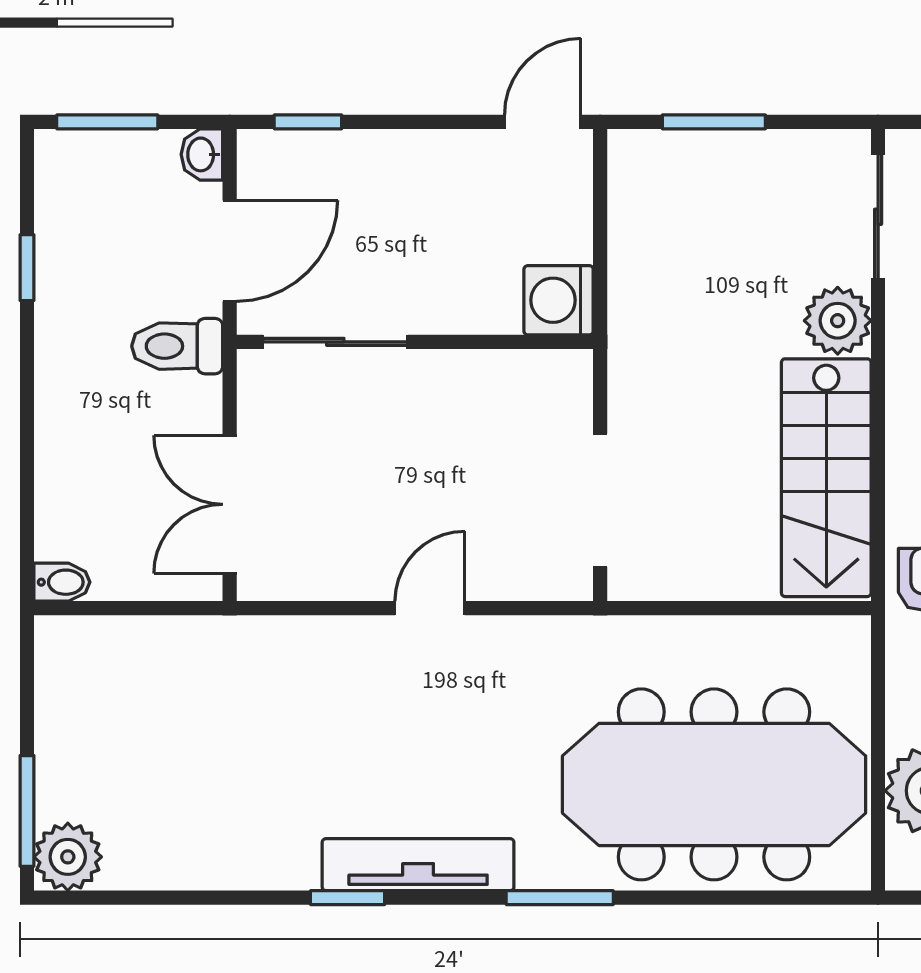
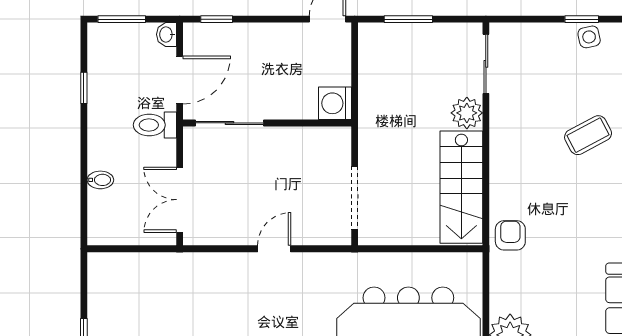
bidet: (62, 582) -> (100, 180), moved

